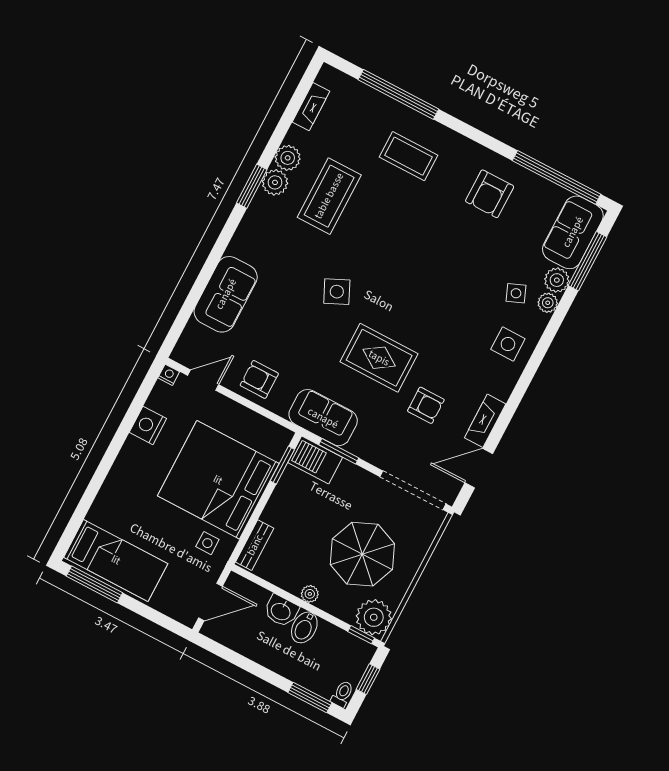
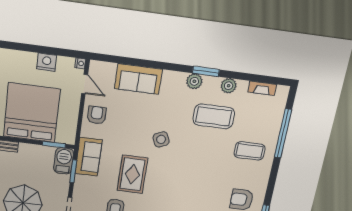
coffee table: (409, 156) -> (250, 151), turned 90
plant: (275, 182) -> (194, 81), moved

